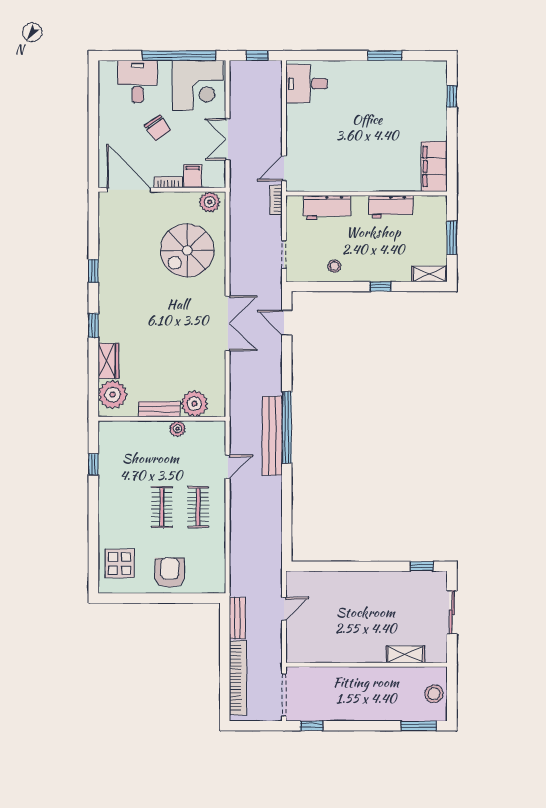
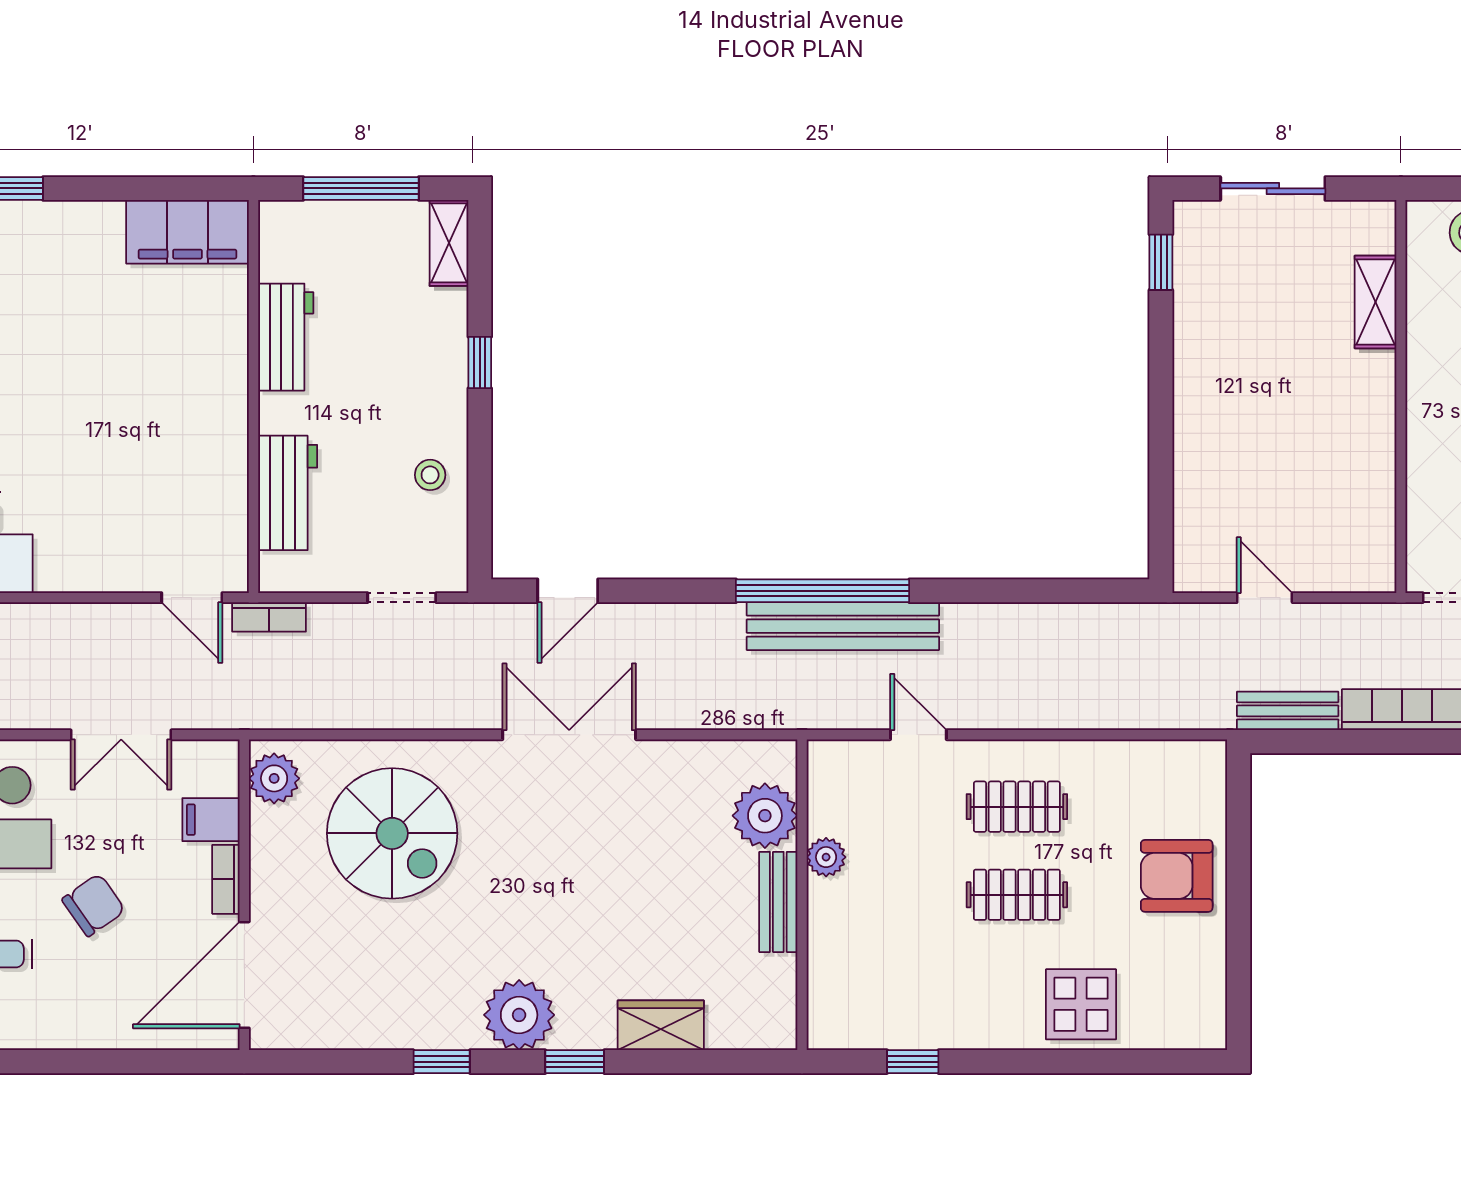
window: (452, 238) -> (361, 188), width x1.44
plant: (113, 394) -> (519, 1015), moved
display table: (120, 563) -> (1081, 1004), moved

